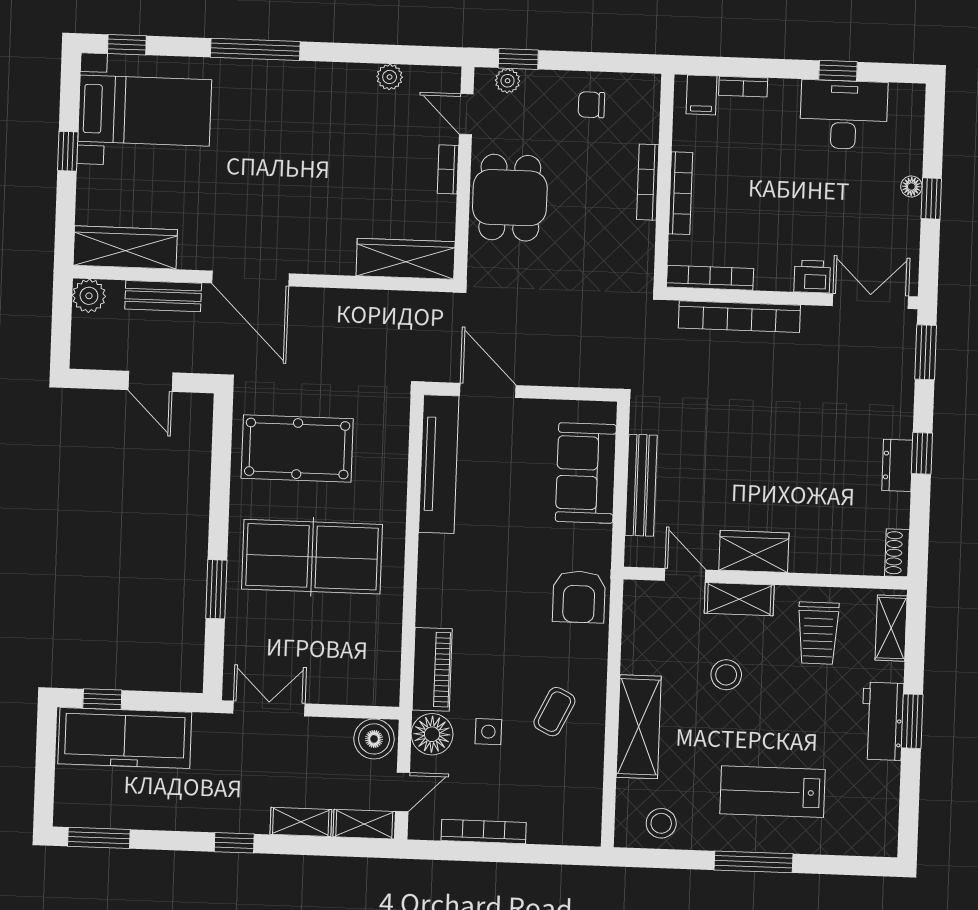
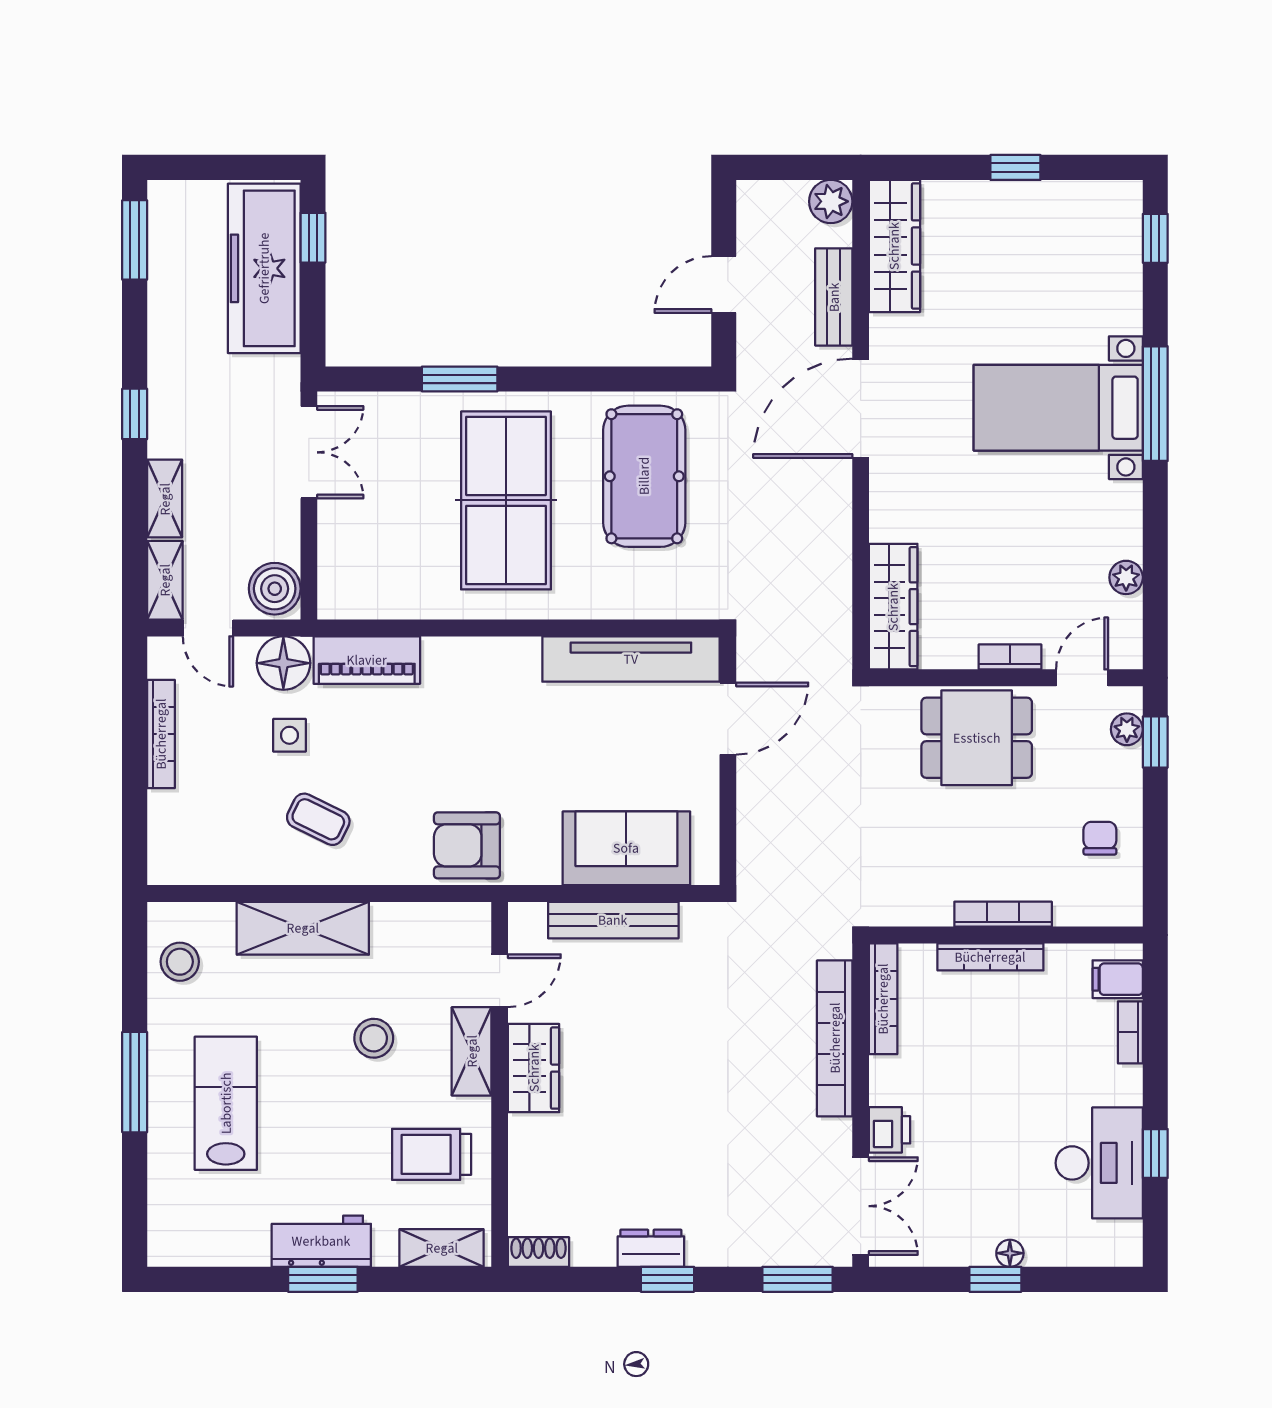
bed with nightstands: (145, 111) -> (1058, 408), moved, turned 90

